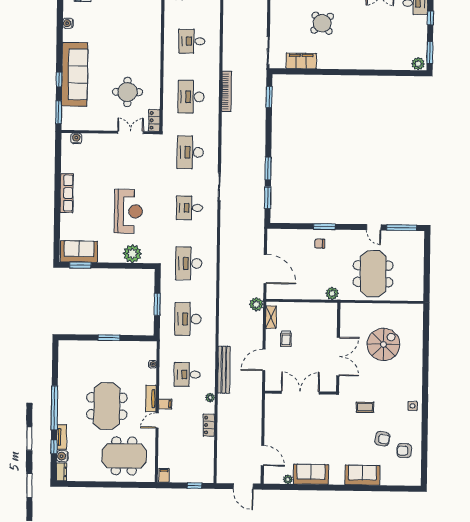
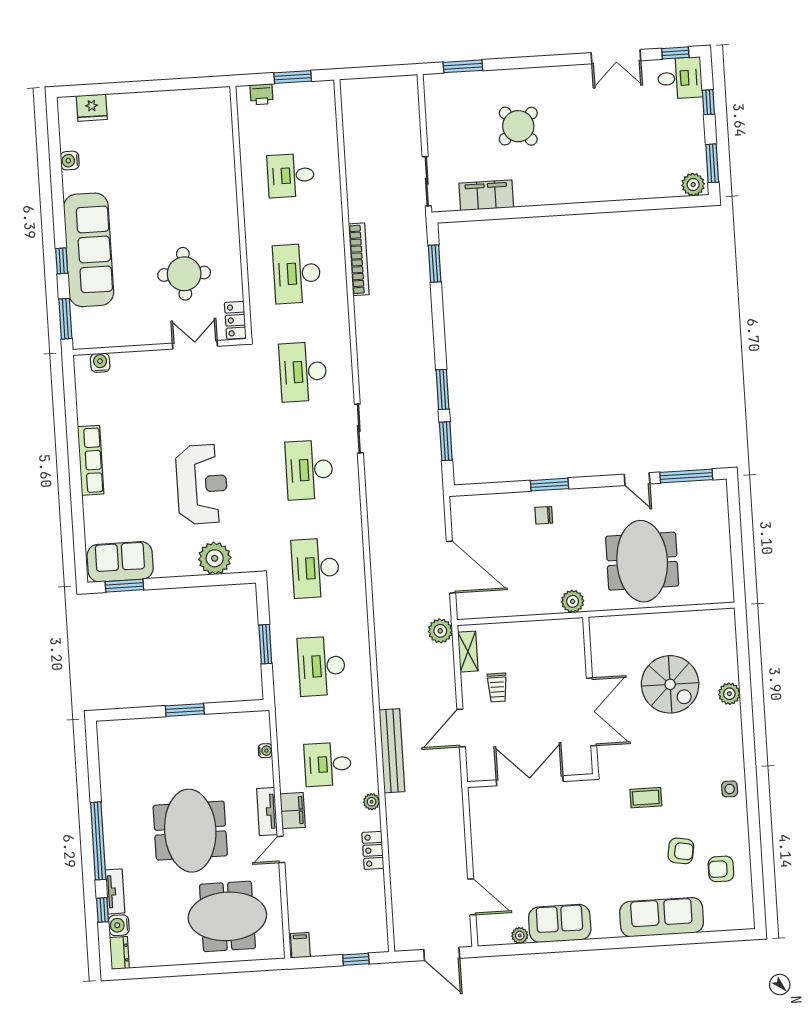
desk: (189, 208) -> (309, 470), width x1.37
spiral stairs: (384, 344) -> (670, 684), turned 90
plant: (416, 352) -> (729, 694), added
filing cabinet: (165, 404) -> (293, 811), width x2.00
sofa: (362, 475) -> (662, 917), width x1.36

